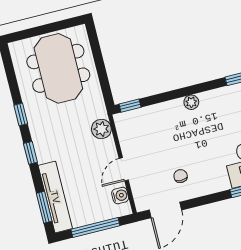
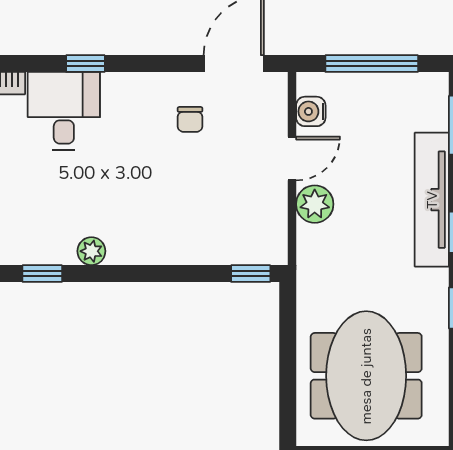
plant: (191, 102) -> (91, 251), moved
plant: (101, 129) -> (315, 204), moved
tv unit: (55, 197) -> (432, 200), moved

